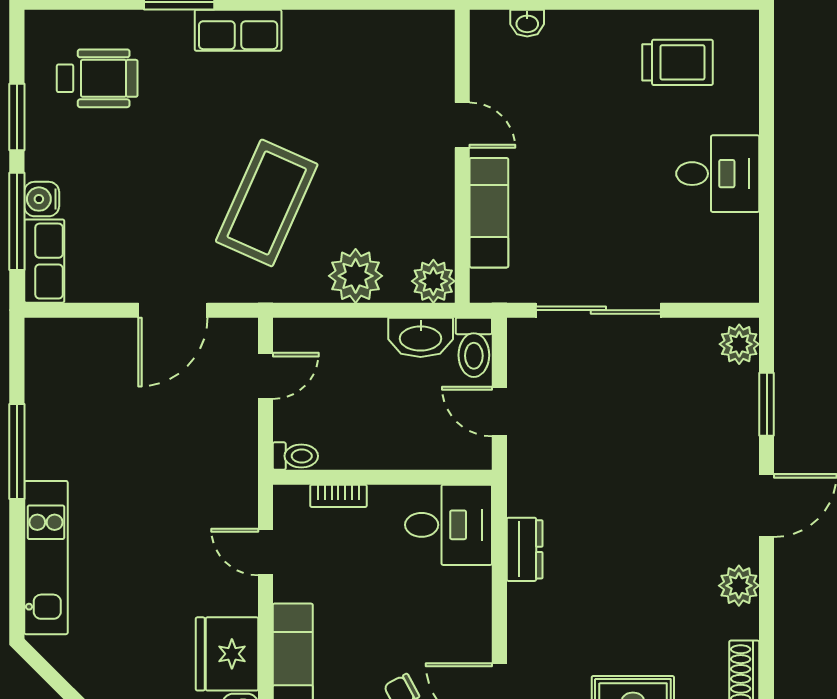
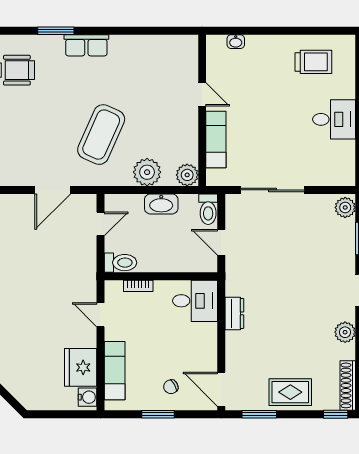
washbasin: (421, 337) -> (161, 204), moved
toilet: (295, 456) -> (120, 263), width x1.37, depth x1.39

